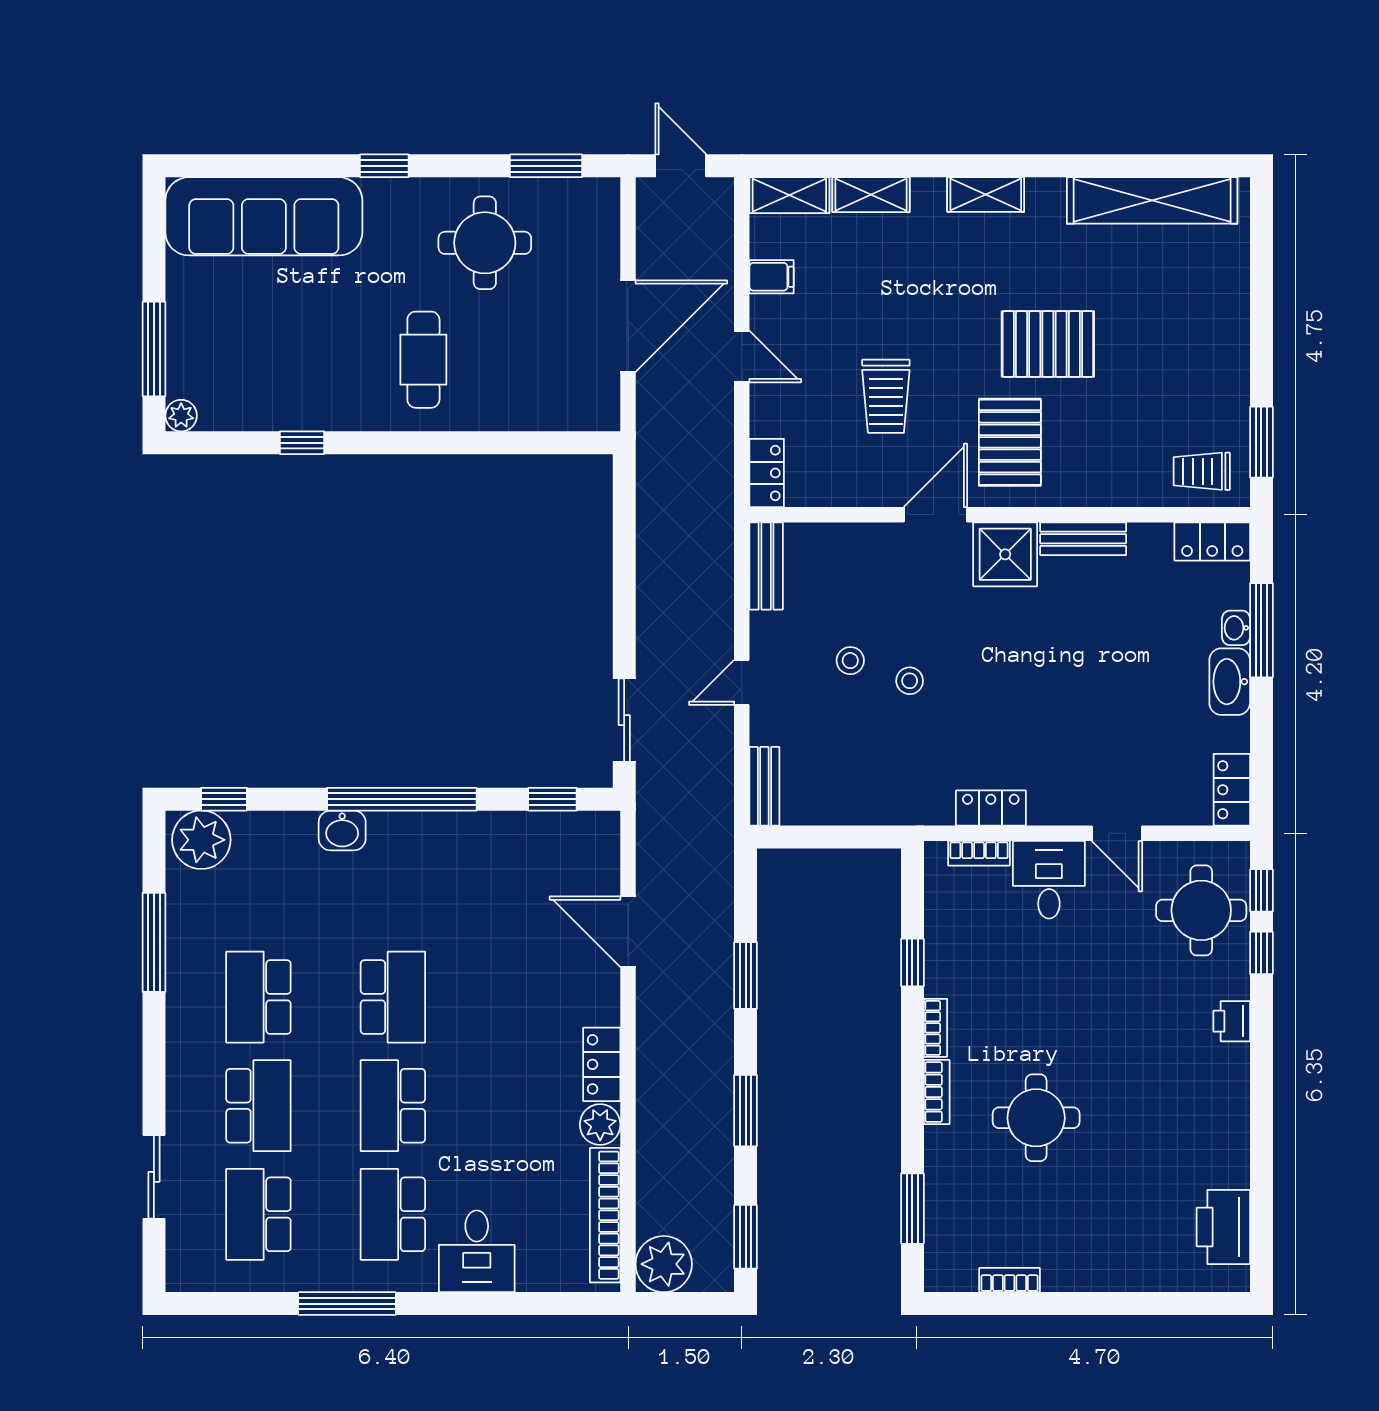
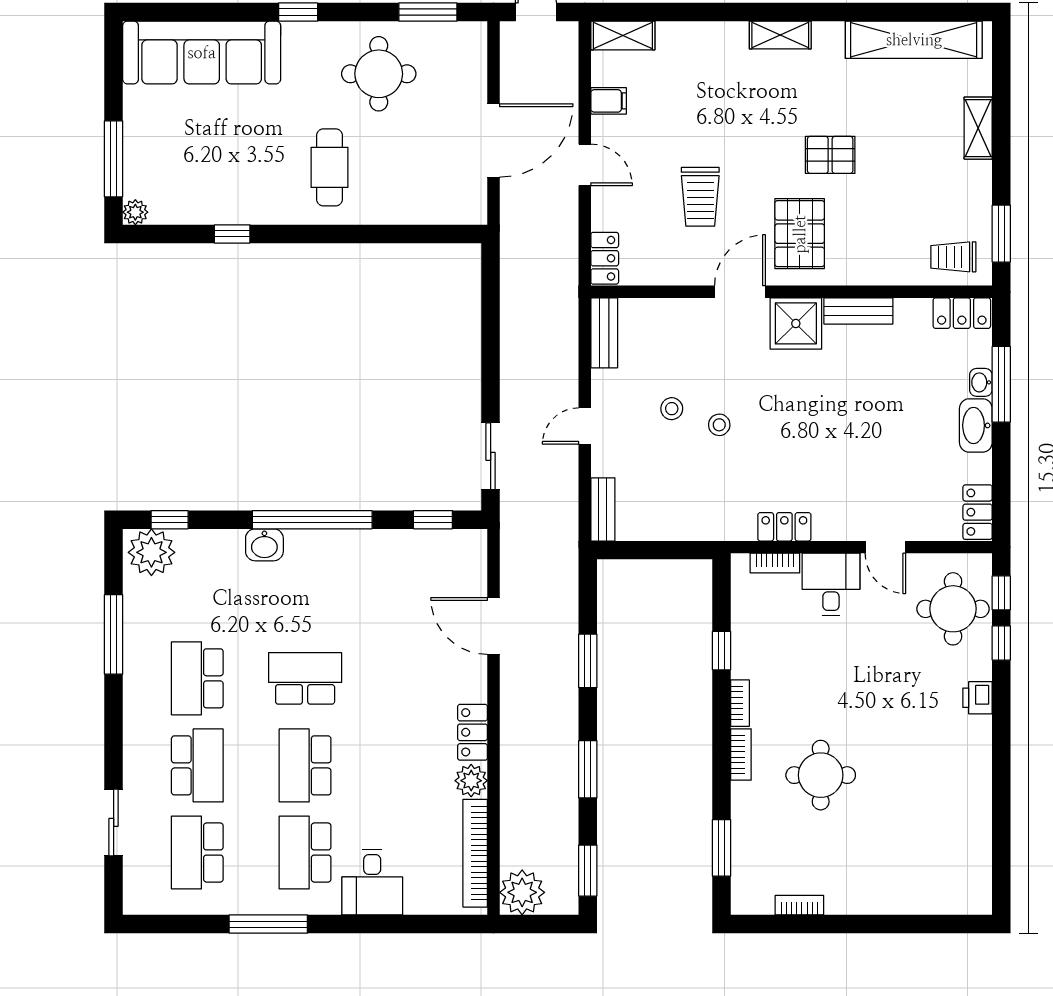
shelving: (871, 195) -> (978, 128), moved, turned 90
pallet: (1048, 344) -> (830, 155), width x0.67, depth x0.71
school desk: (393, 997) -> (305, 678), turned -90
printer: (1223, 1227) -> (971, 863), removed

